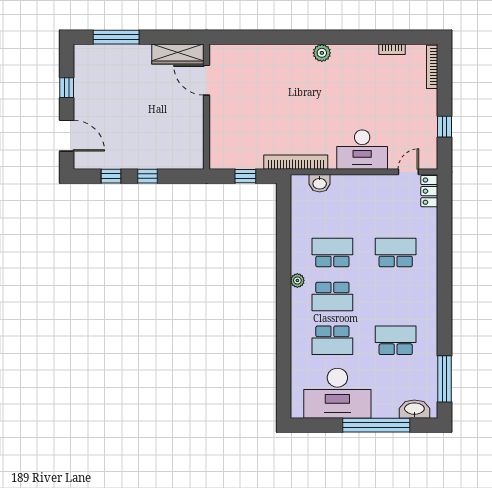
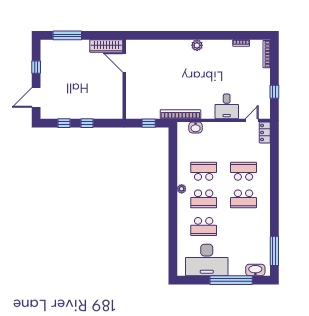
door: (67, 136) -> (36, 97), swing flipped
desk: (362, 150) -> (227, 106), width x0.73
school desk: (396, 340) -> (243, 199), moved, turned 180

